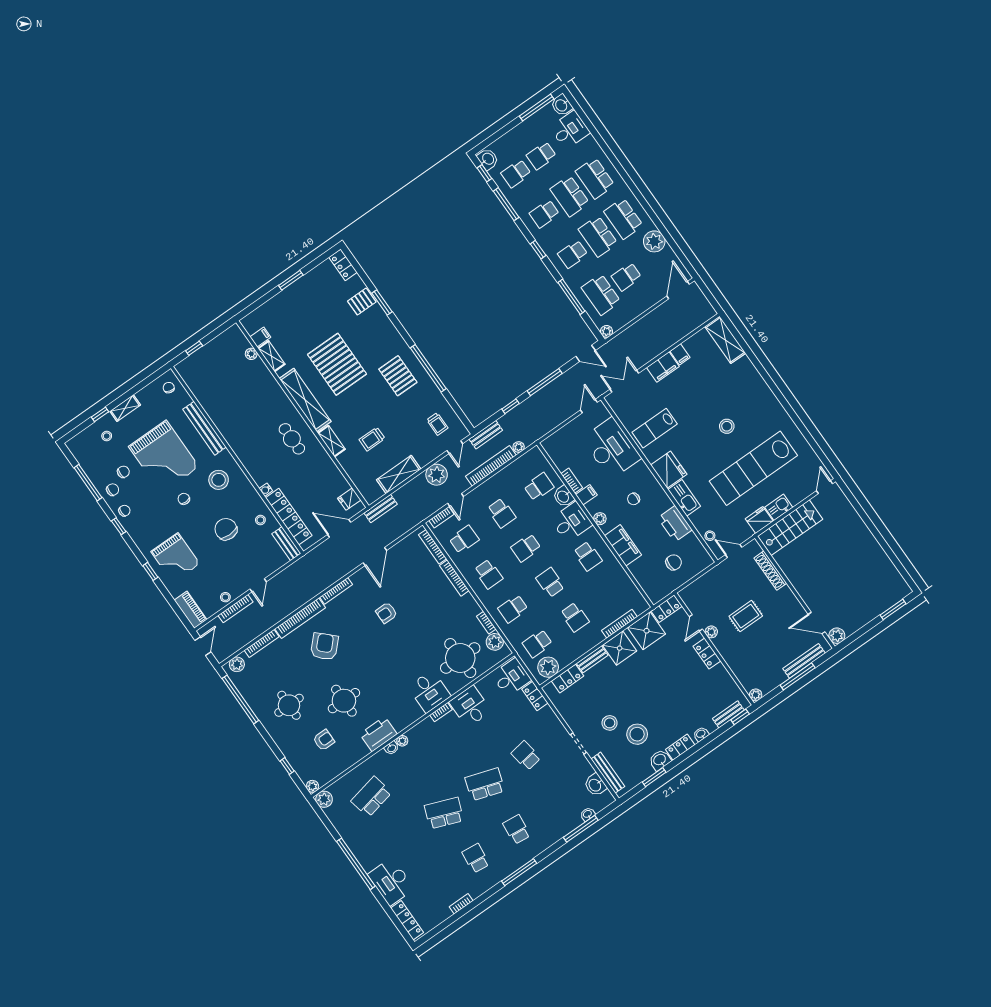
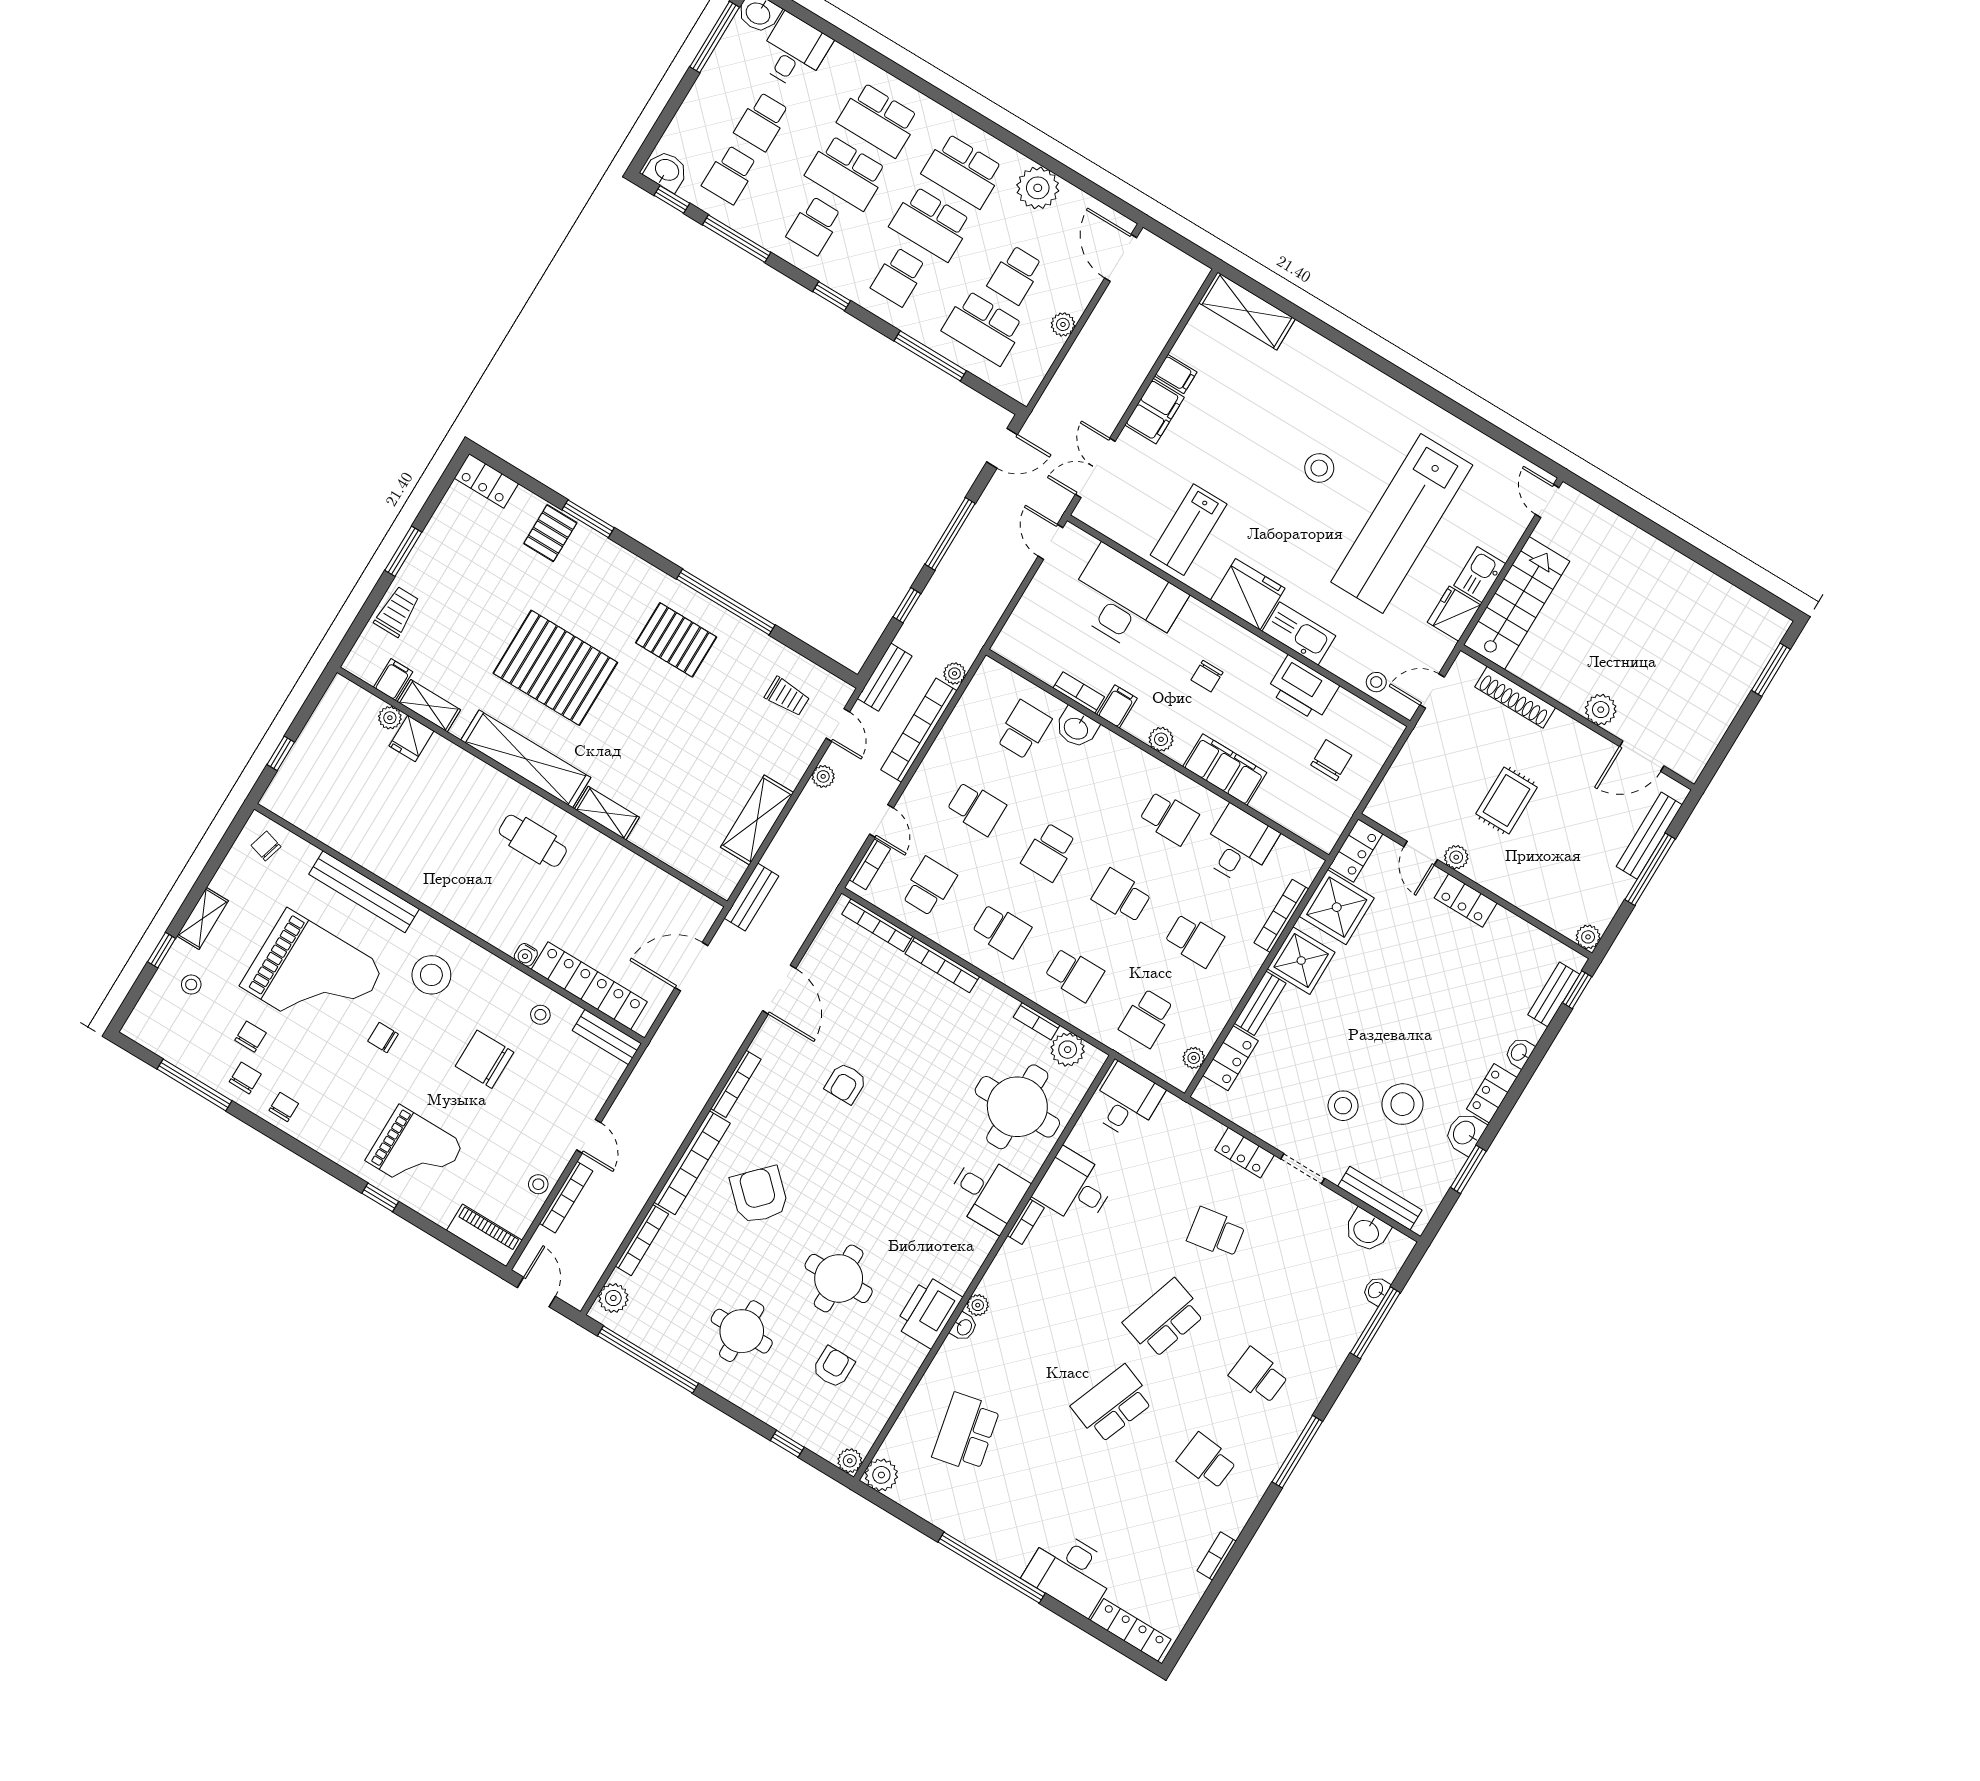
plant: (607, 331) -> (1063, 324), moved
trolley: (372, 439) -> (397, 612), moved, turned 180
plant: (437, 475) -> (823, 776), width x0.53, depth x0.53
fridge: (349, 499) -> (411, 738), moved
desk: (571, 522) -> (1239, 845), moved
window: (119, 526) -> (286, 1140), removed
school desk: (513, 609) -> (1074, 974), turned -90
plant: (837, 636) -> (1601, 710), moved
plant: (548, 667) -> (1194, 1058), width x0.53, depth x0.53
locker: (535, 696) -> (1244, 1153), moved

